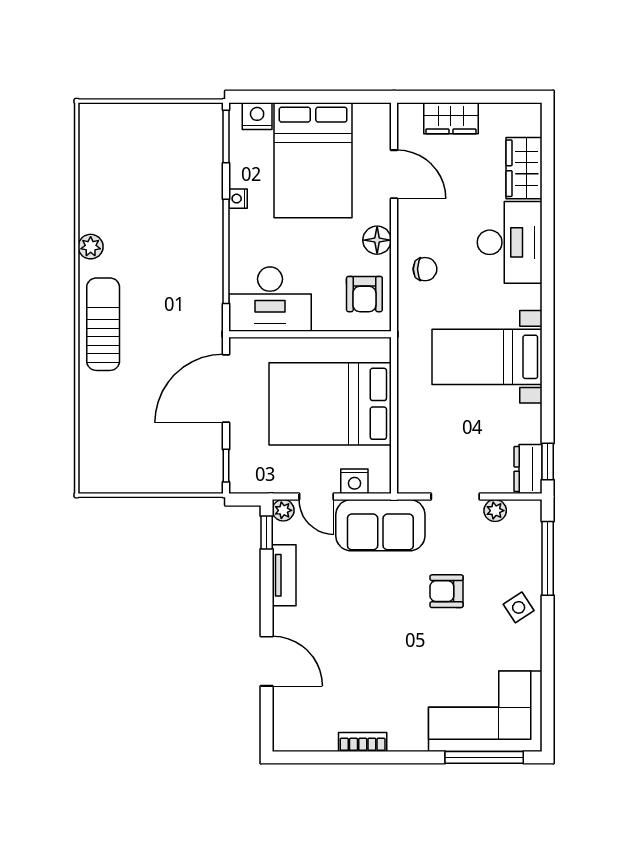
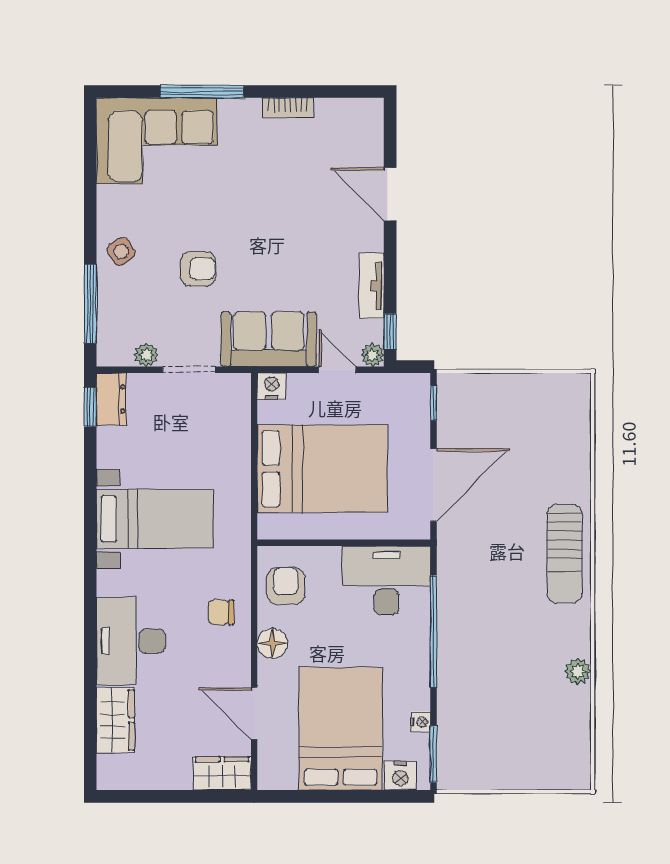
wardrobe: (451, 118) -> (222, 773), moved
nightstand: (238, 199) -> (421, 722), moved
plant: (91, 247) -> (578, 671), moved
nightstand: (354, 481) -> (272, 386), moved
window: (484, 757) -> (202, 91), moved

